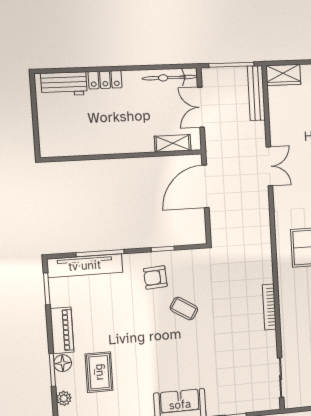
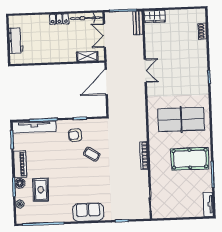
locker: (105, 80) -> (59, 19), moved
workbench: (64, 84) -> (16, 41), moved, turned -90
bench: (256, 93) -> (138, 23), width x0.73

